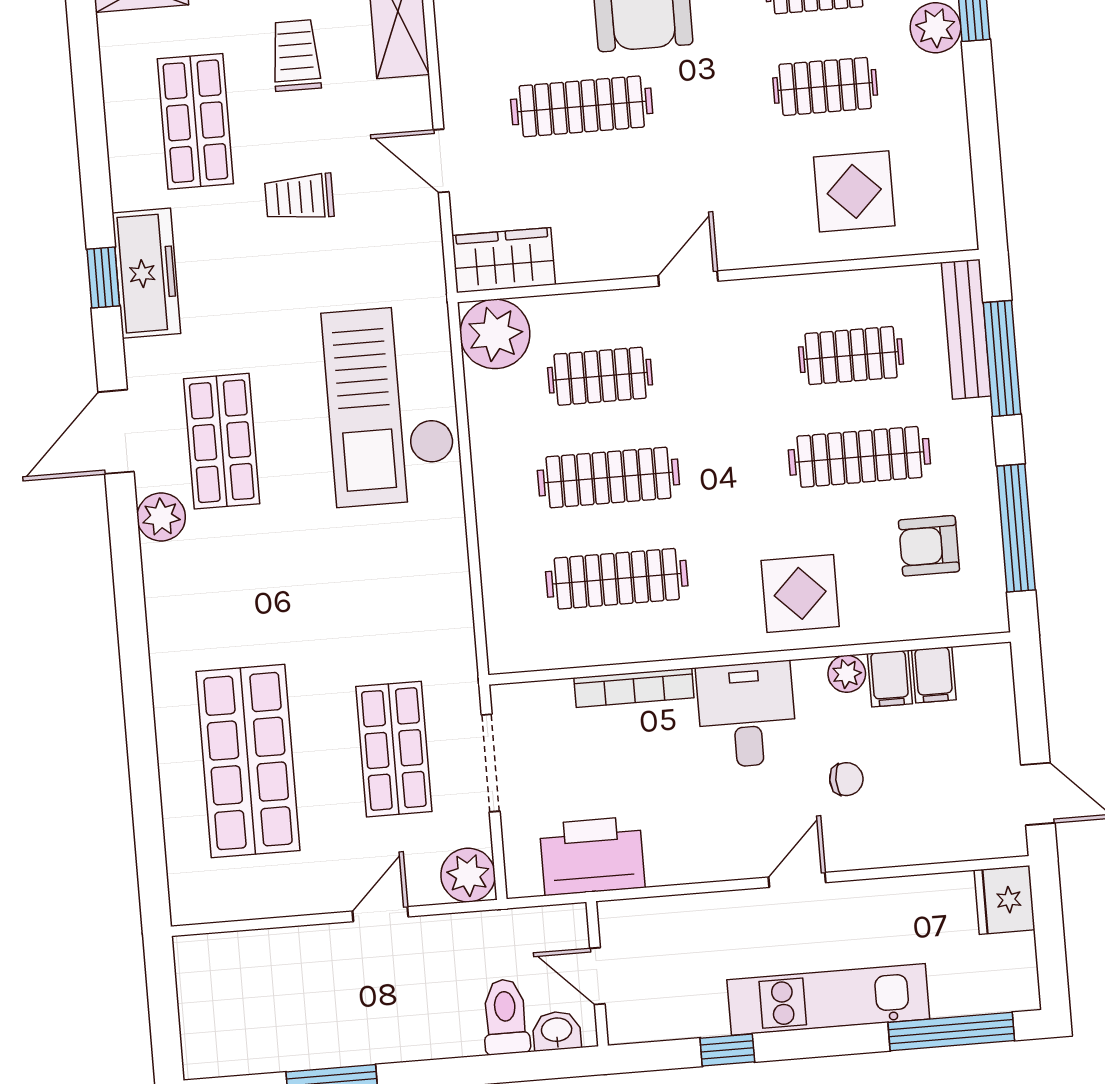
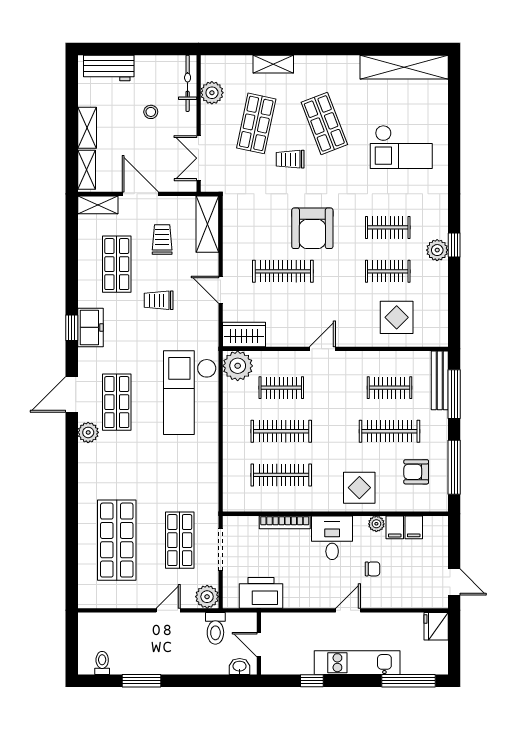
freezer: (146, 273) -> (90, 327), width x0.71
toilet: (506, 1017) -> (215, 628), moved, turned 180
toilet: (238, 1049) -> (102, 663), added

